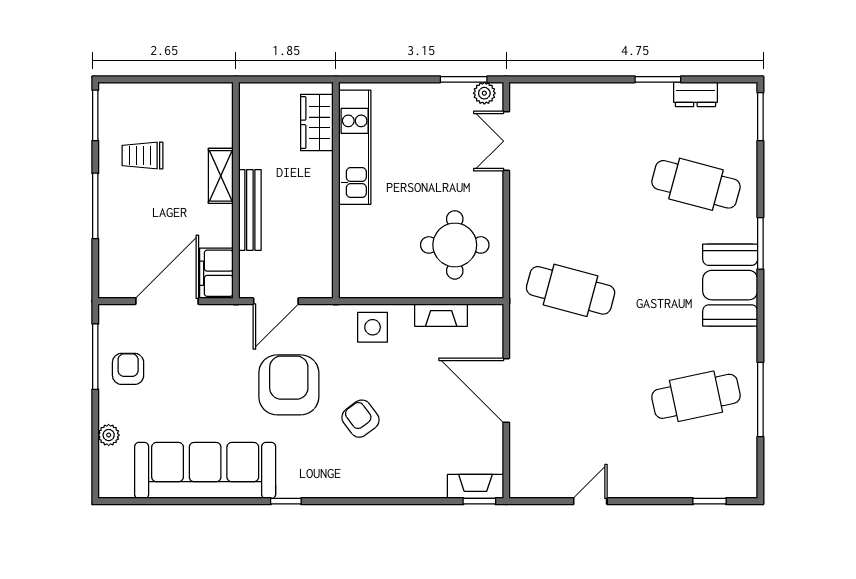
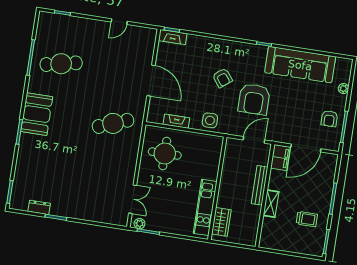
cafe table: (696, 184) -> (45, 165), removed
cafe table: (571, 290) -> (113, 123), turned -36

